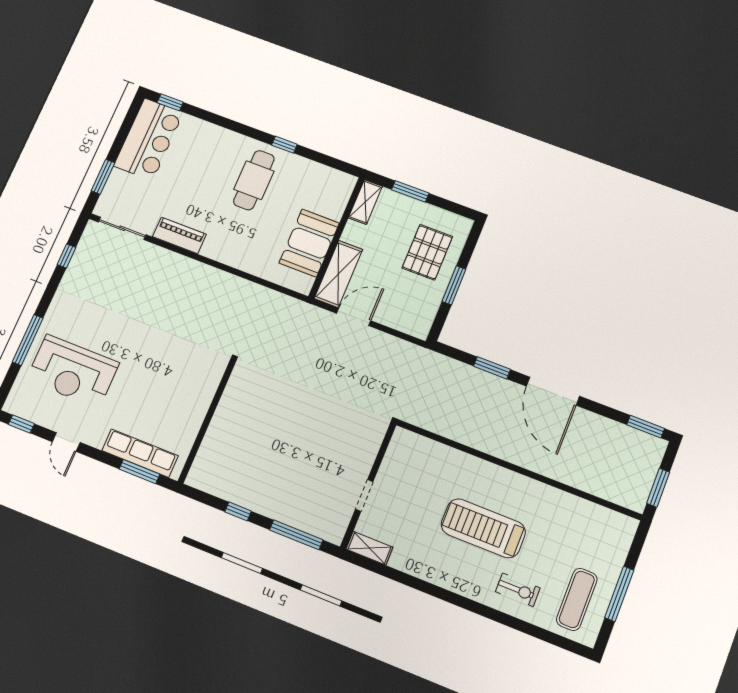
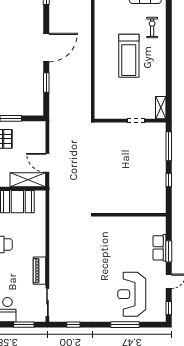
reception desk: (73, 371) -> (132, 294), turned 180
row of seats: (140, 453) -> (159, 248), width x0.68
window: (139, 472) -> (169, 251), moved

